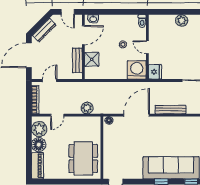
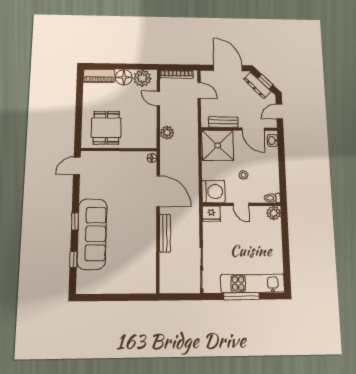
plant: (182, 20) -> (274, 213), moved
window: (41, 23) -> (265, 82), added
door: (147, 47) -> (241, 204), swing flipped
shower: (92, 59) -> (218, 145), width x1.86, depth x1.86
dining table: (83, 158) -> (106, 128), width x0.73

